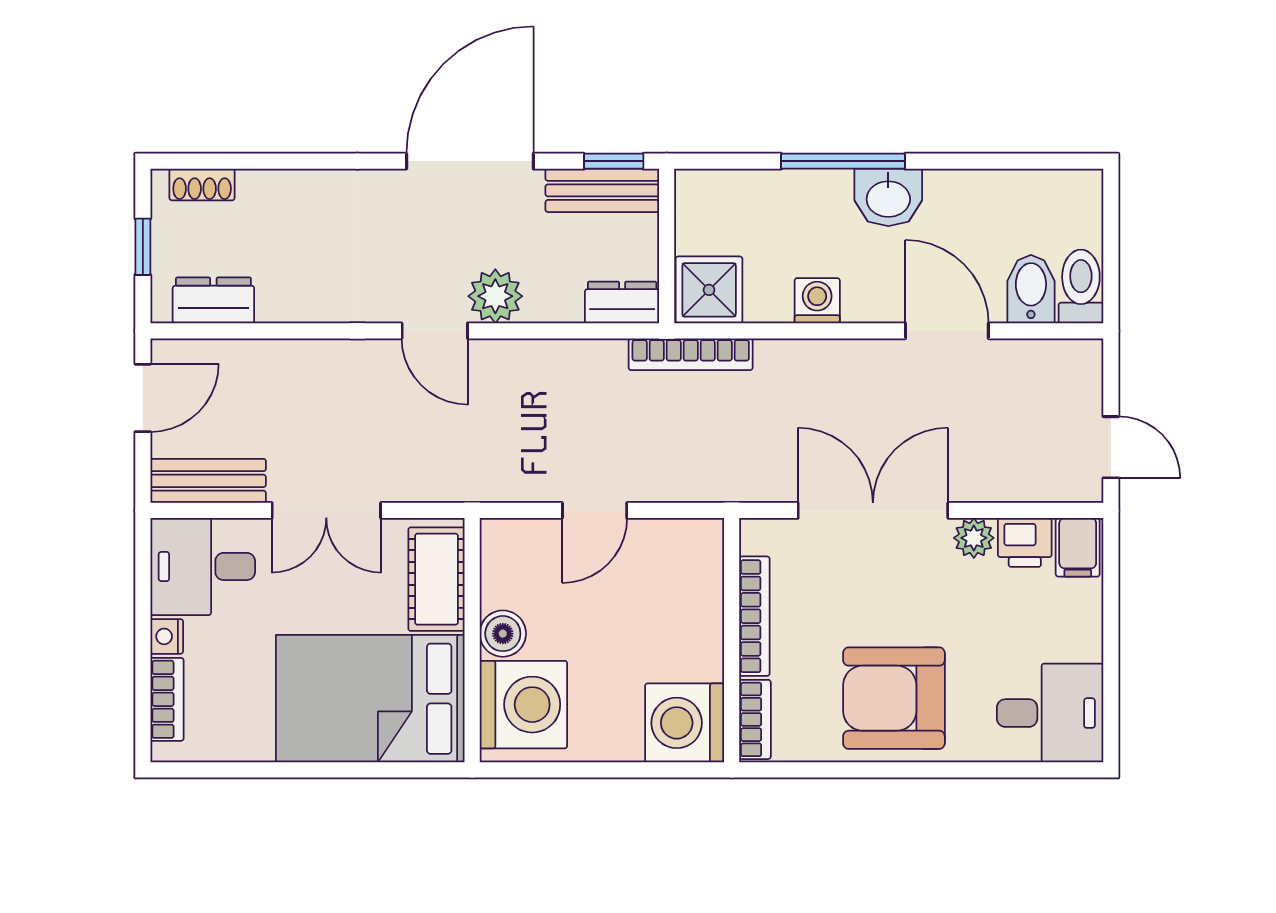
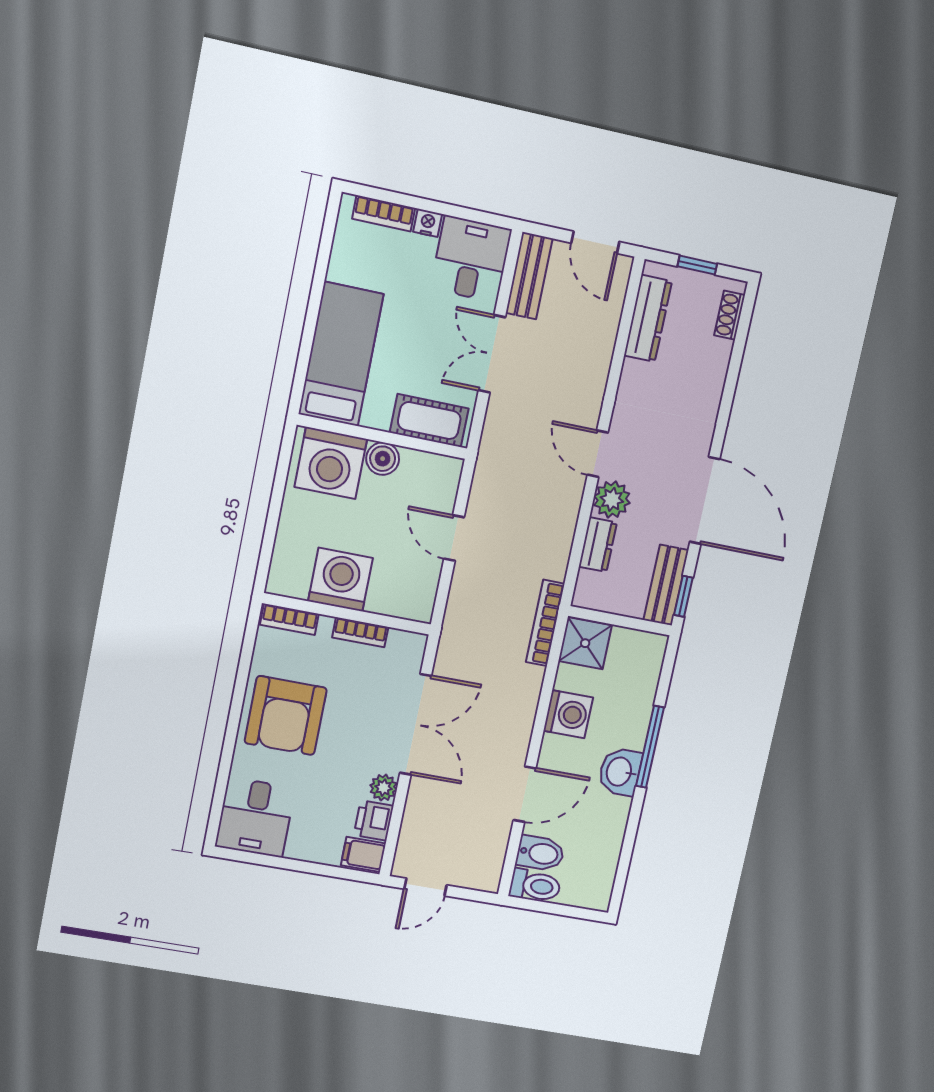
dresser: (213, 300) -> (648, 318), width x1.44
washing machine: (817, 301) -> (568, 714), width x1.38, depth x1.38
dresser: (622, 302) -> (598, 545), moved
door: (435, 331) -> (598, 454), hinge flipped
bookcase: (754, 616) -> (360, 632), width x0.64
armchair: (894, 698) -> (286, 716), turned 180
bed: (370, 699) -> (341, 354), width x0.67
washing machine: (685, 723) -> (340, 580), moved

